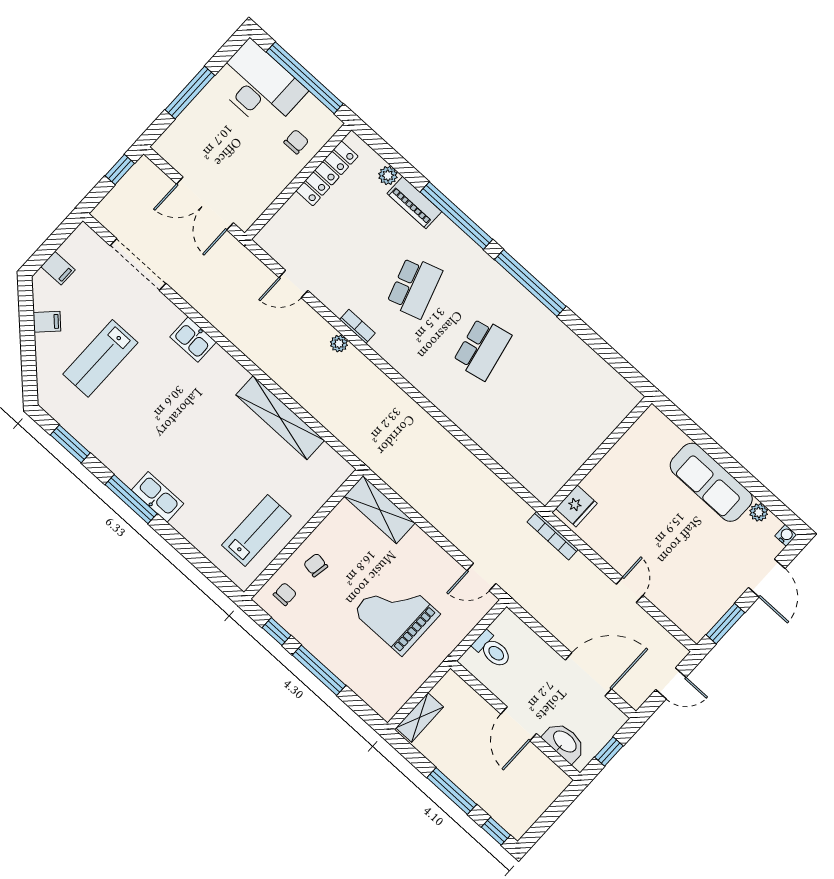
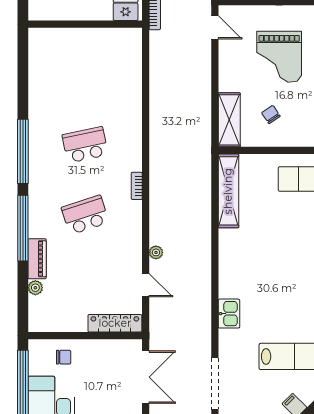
chair: (296, 142) -> (64, 357), turned 180
locker: (327, 173) -> (115, 323), moved
bookcase: (357, 326) -> (137, 186), moved
plant: (339, 344) -> (156, 252), moved
shelving: (280, 418) -> (228, 191), moved
chair: (316, 565) -> (271, 114), moved, turned 136

